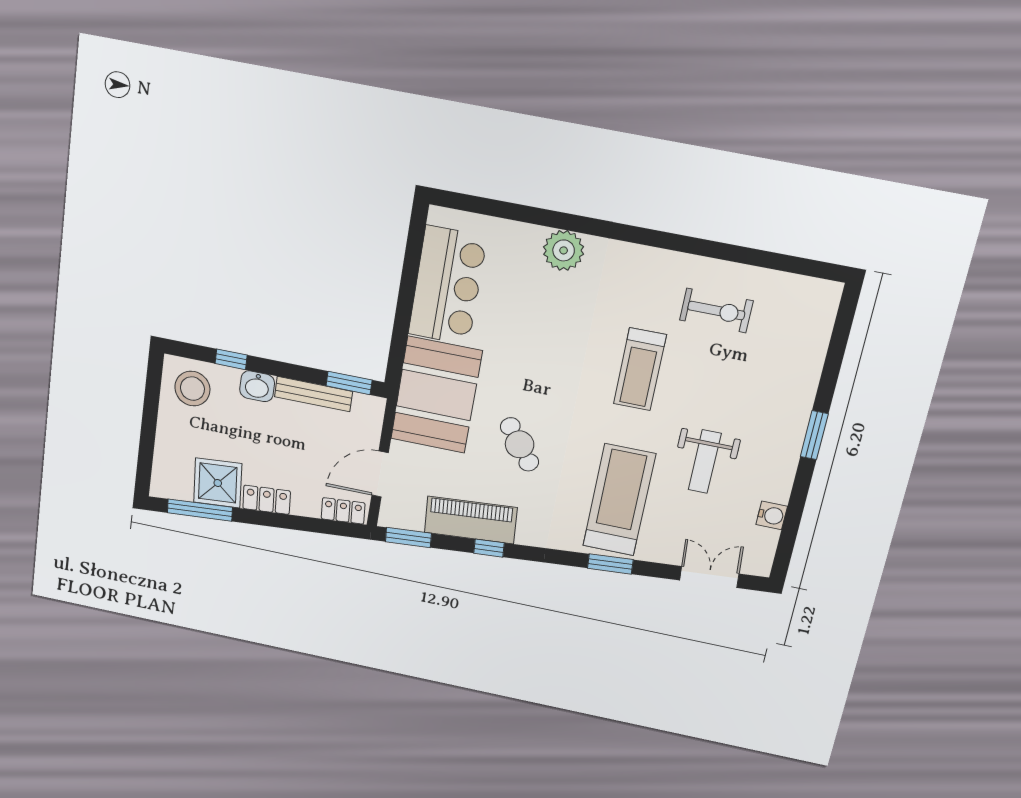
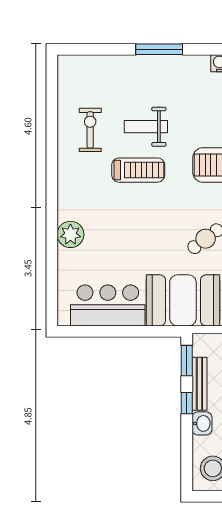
window: (231, 359) -> (187, 403), moved
window: (814, 435) -> (159, 49), width x1.44
weight bench: (705, 462) -> (146, 127), moved, turned 180

